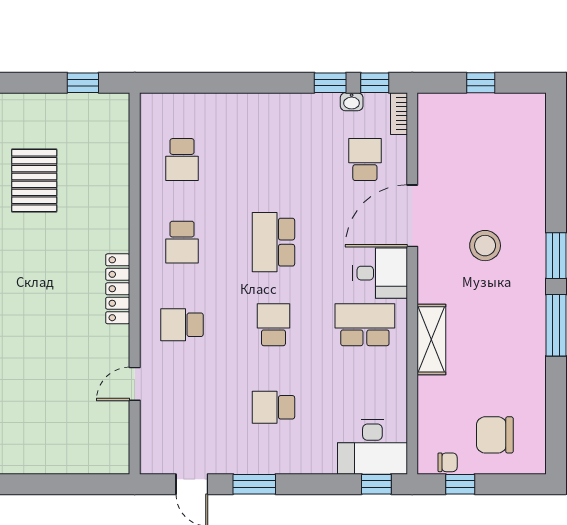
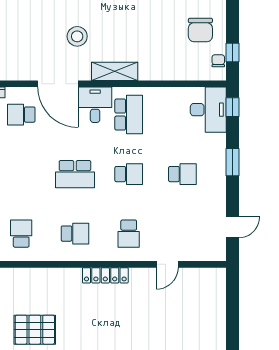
school desk: (182, 160) -> (21, 234), turned -90
school desk: (273, 325) -> (129, 174), turned 180
school desk: (365, 325) -> (129, 115), turned 180
shelving: (431, 339) -> (115, 71), moved
door: (135, 384) -> (167, 264), hinge flipped
school desk: (273, 407) -> (182, 174), turned -90
window: (254, 484) -> (232, 162), moved

